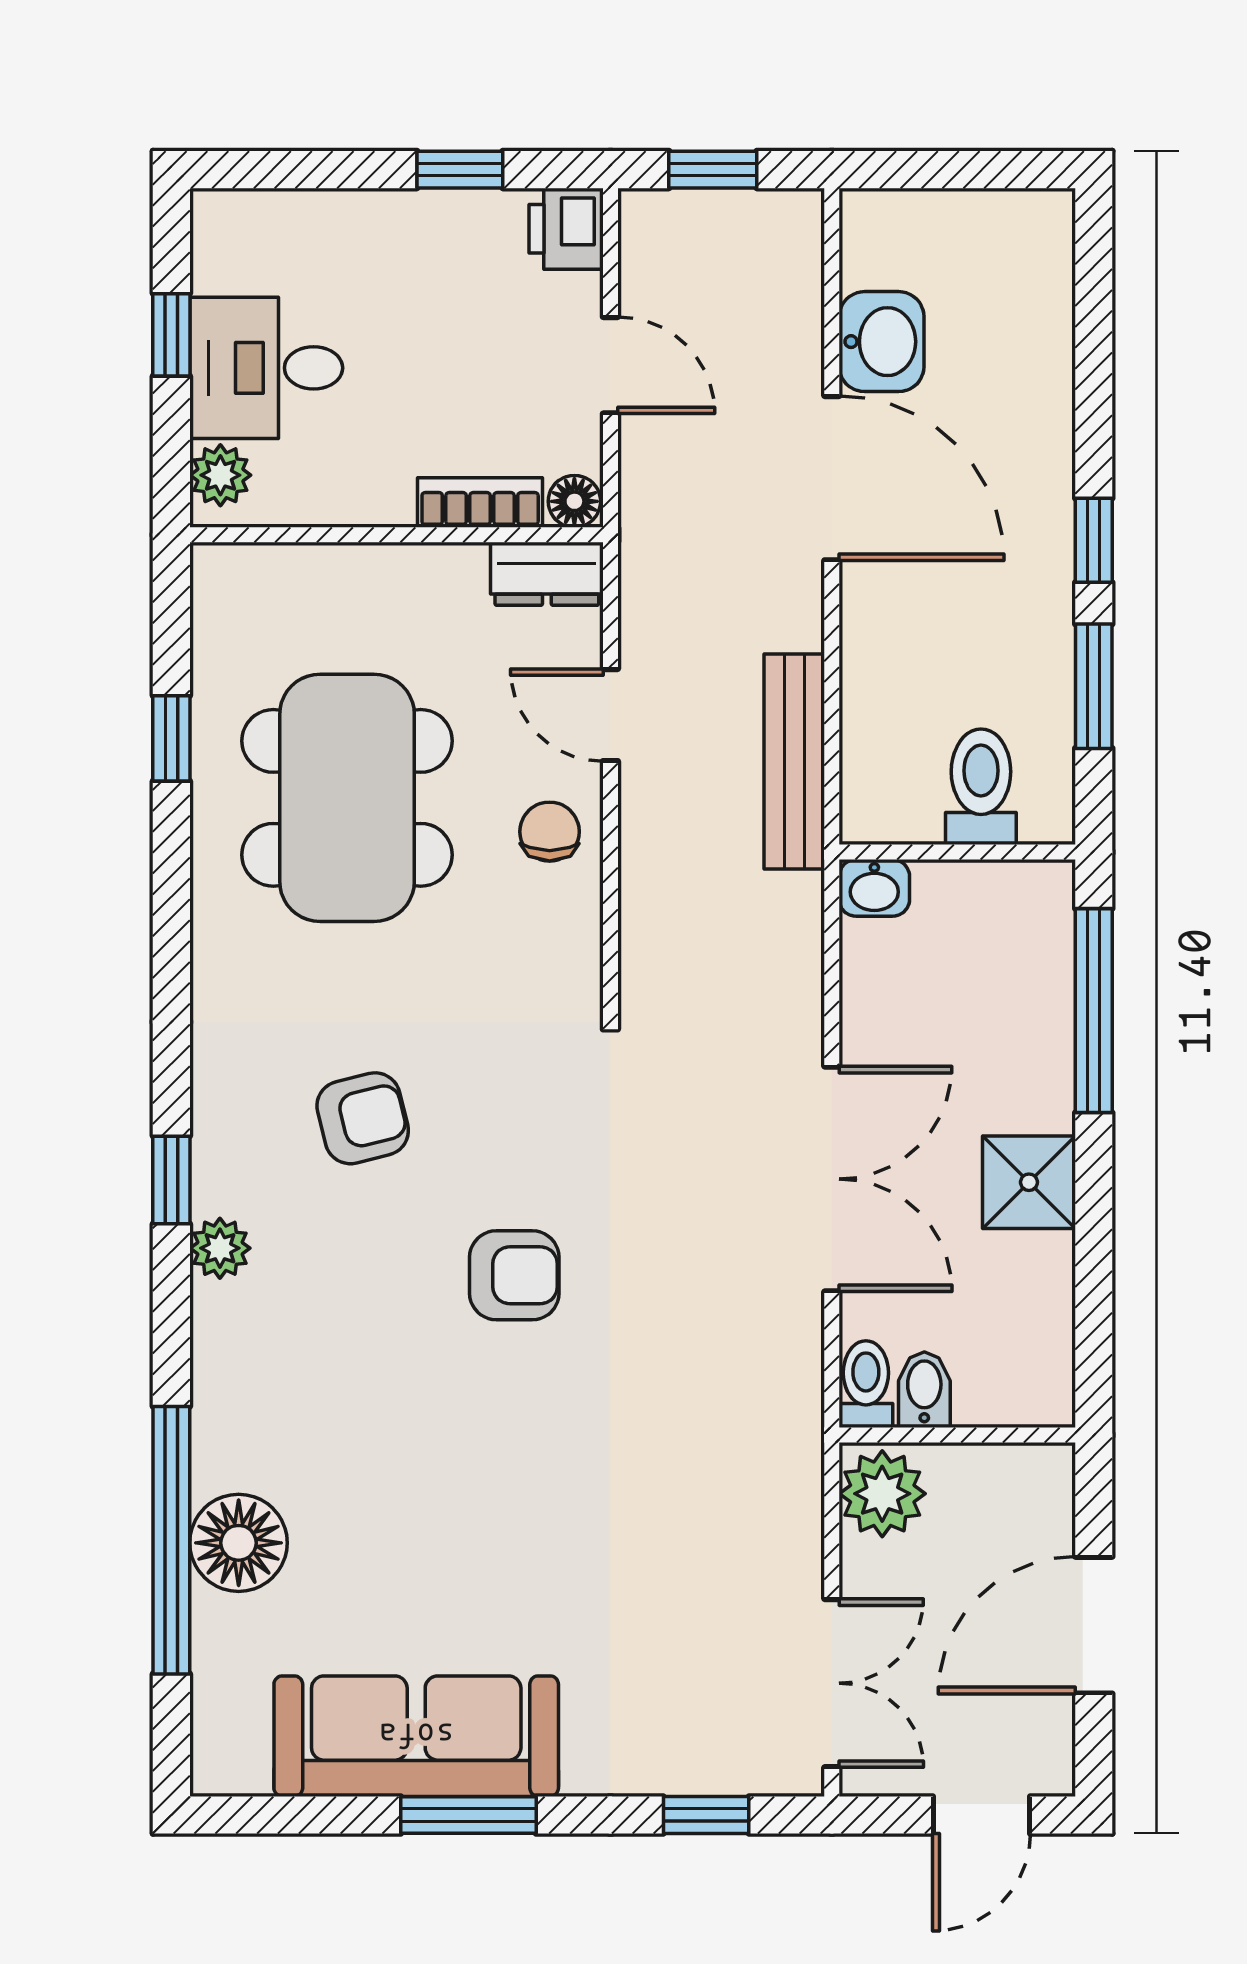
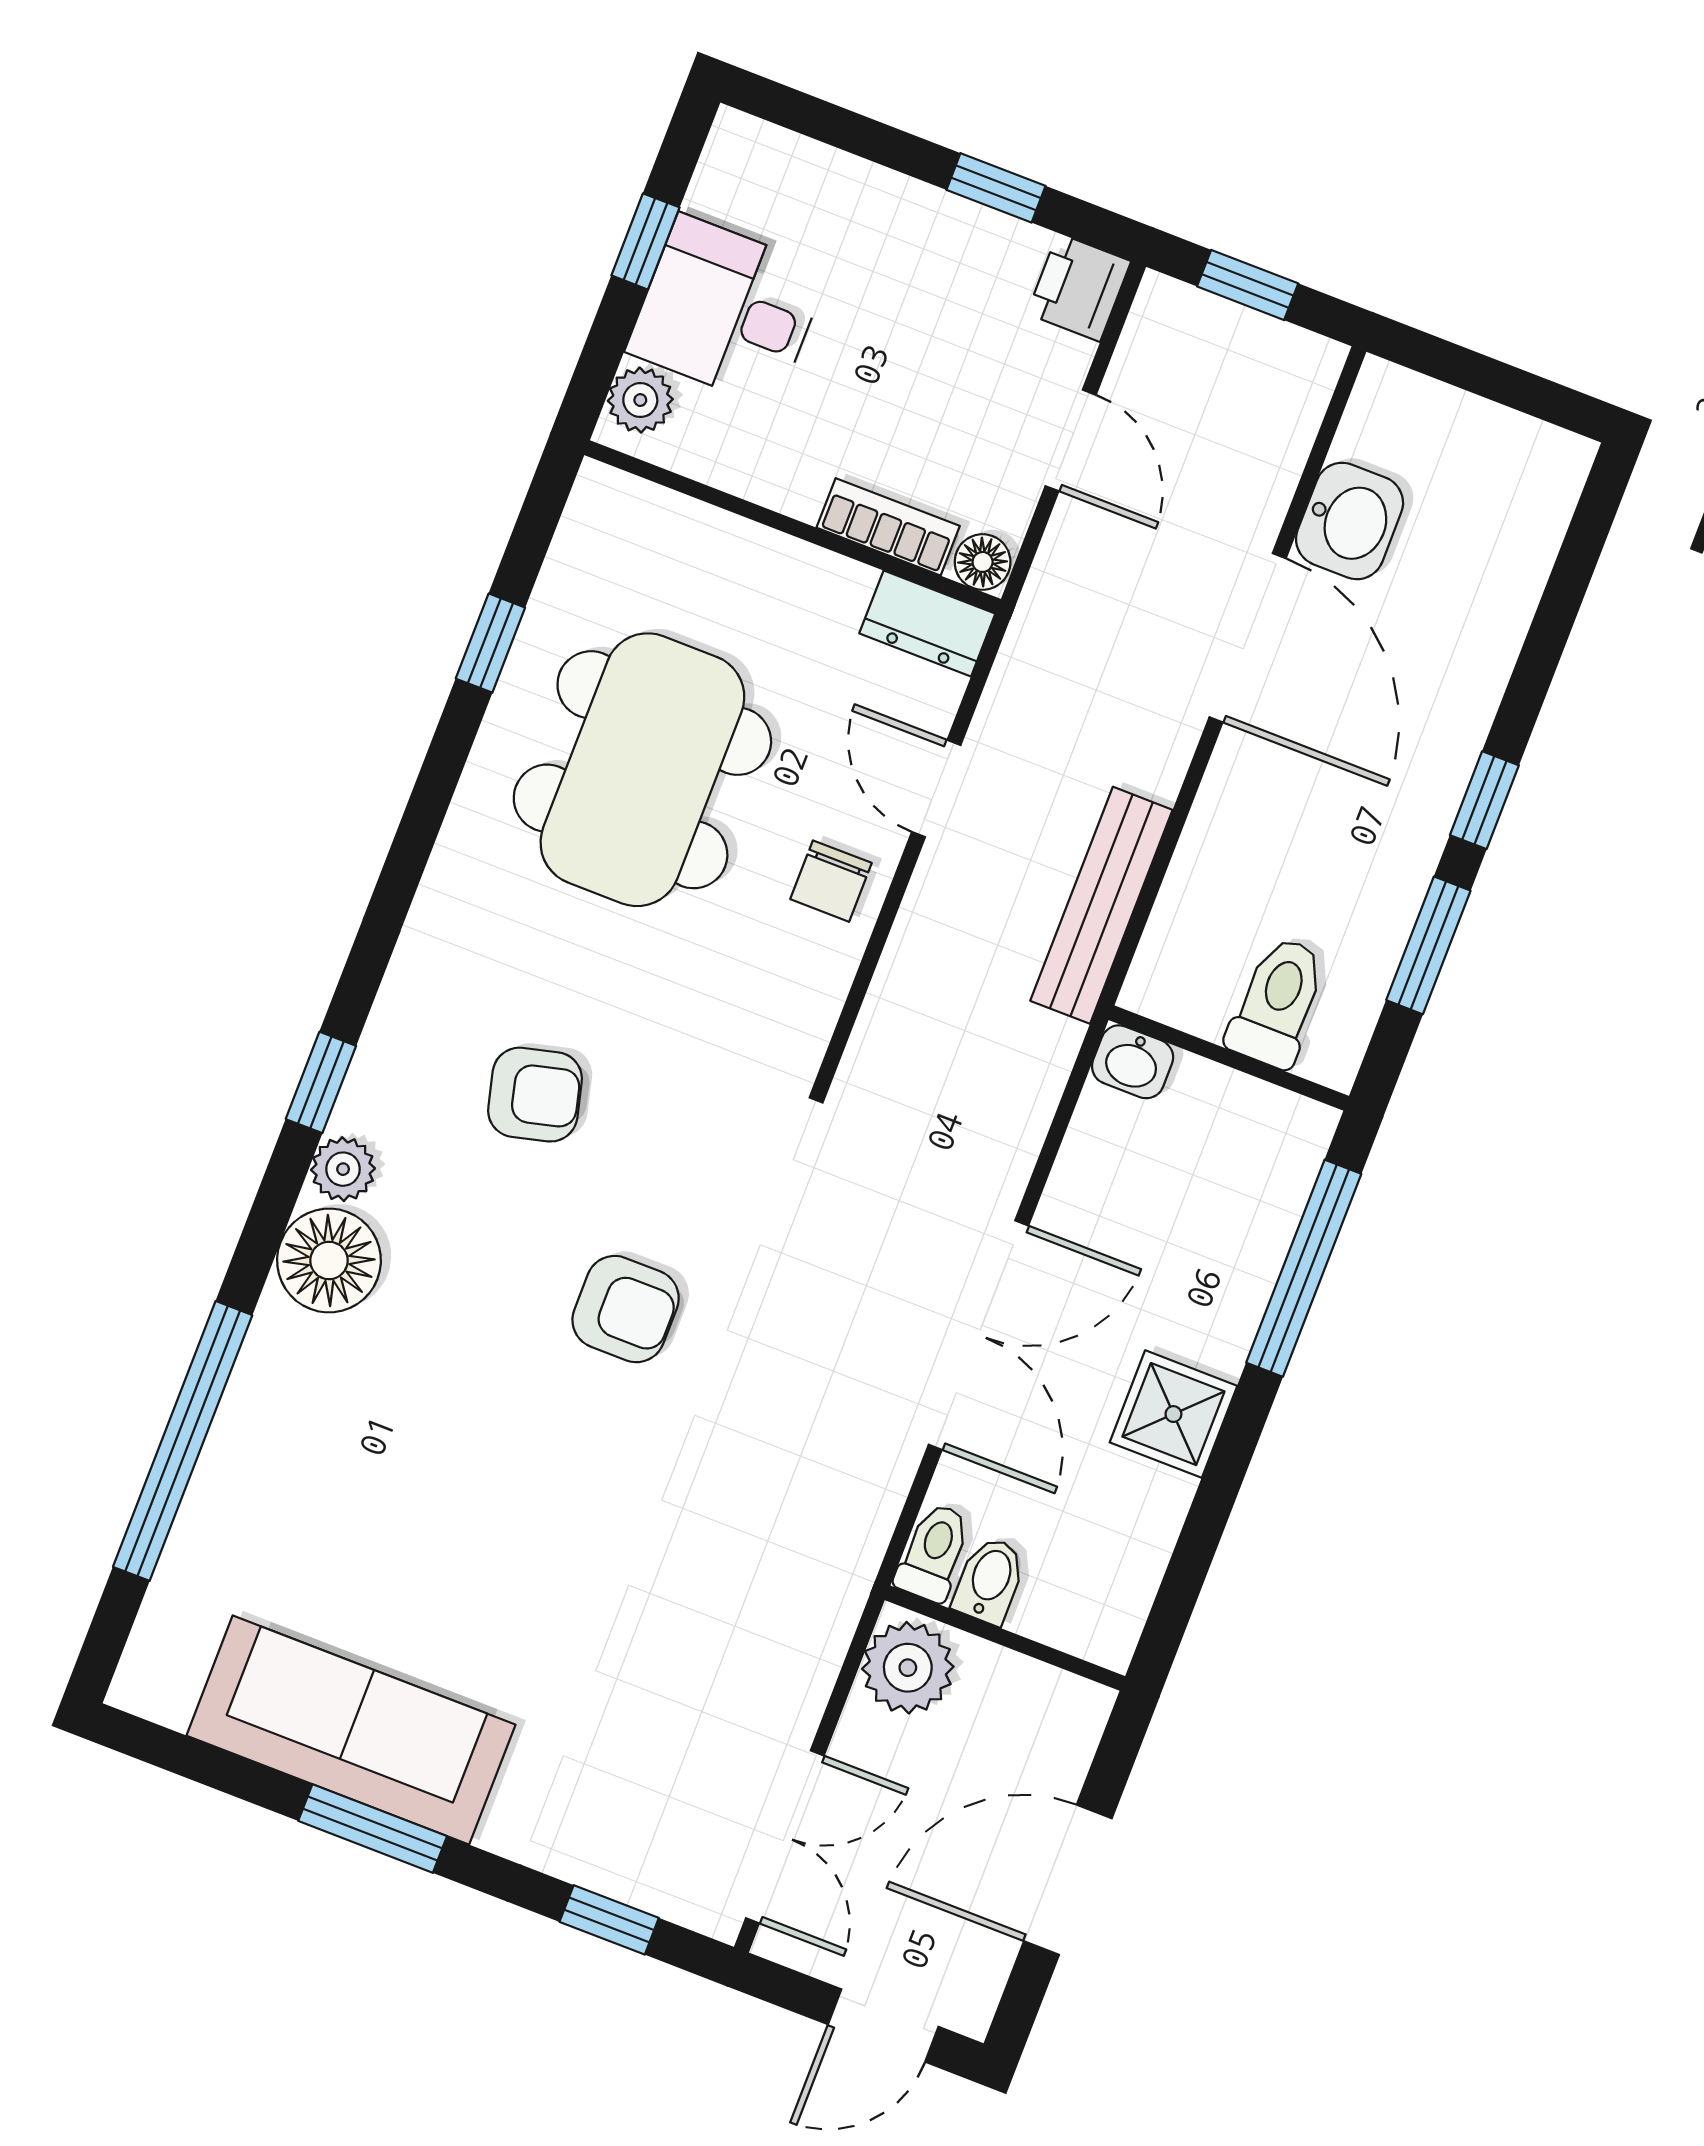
chair: (550, 832) -> (831, 881), turned 180
floor lamp: (239, 1543) -> (329, 1261), moved

